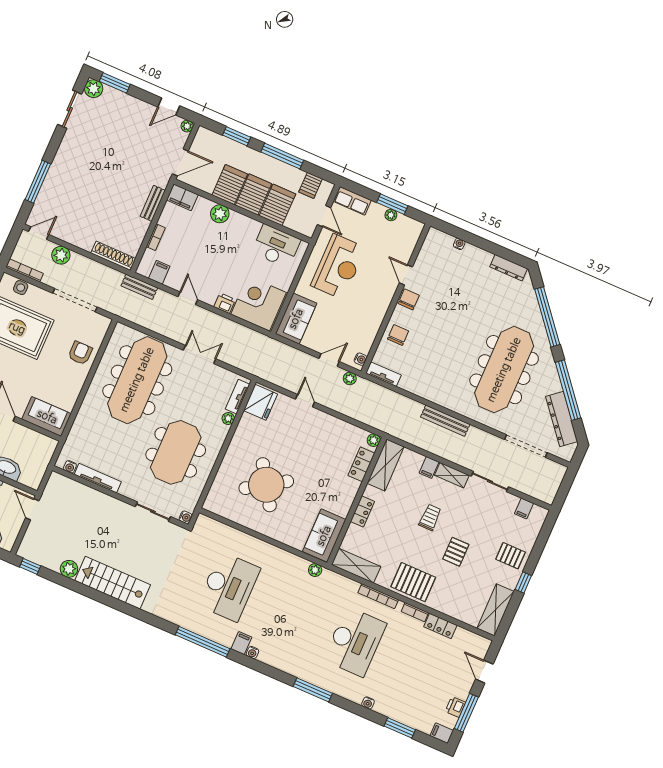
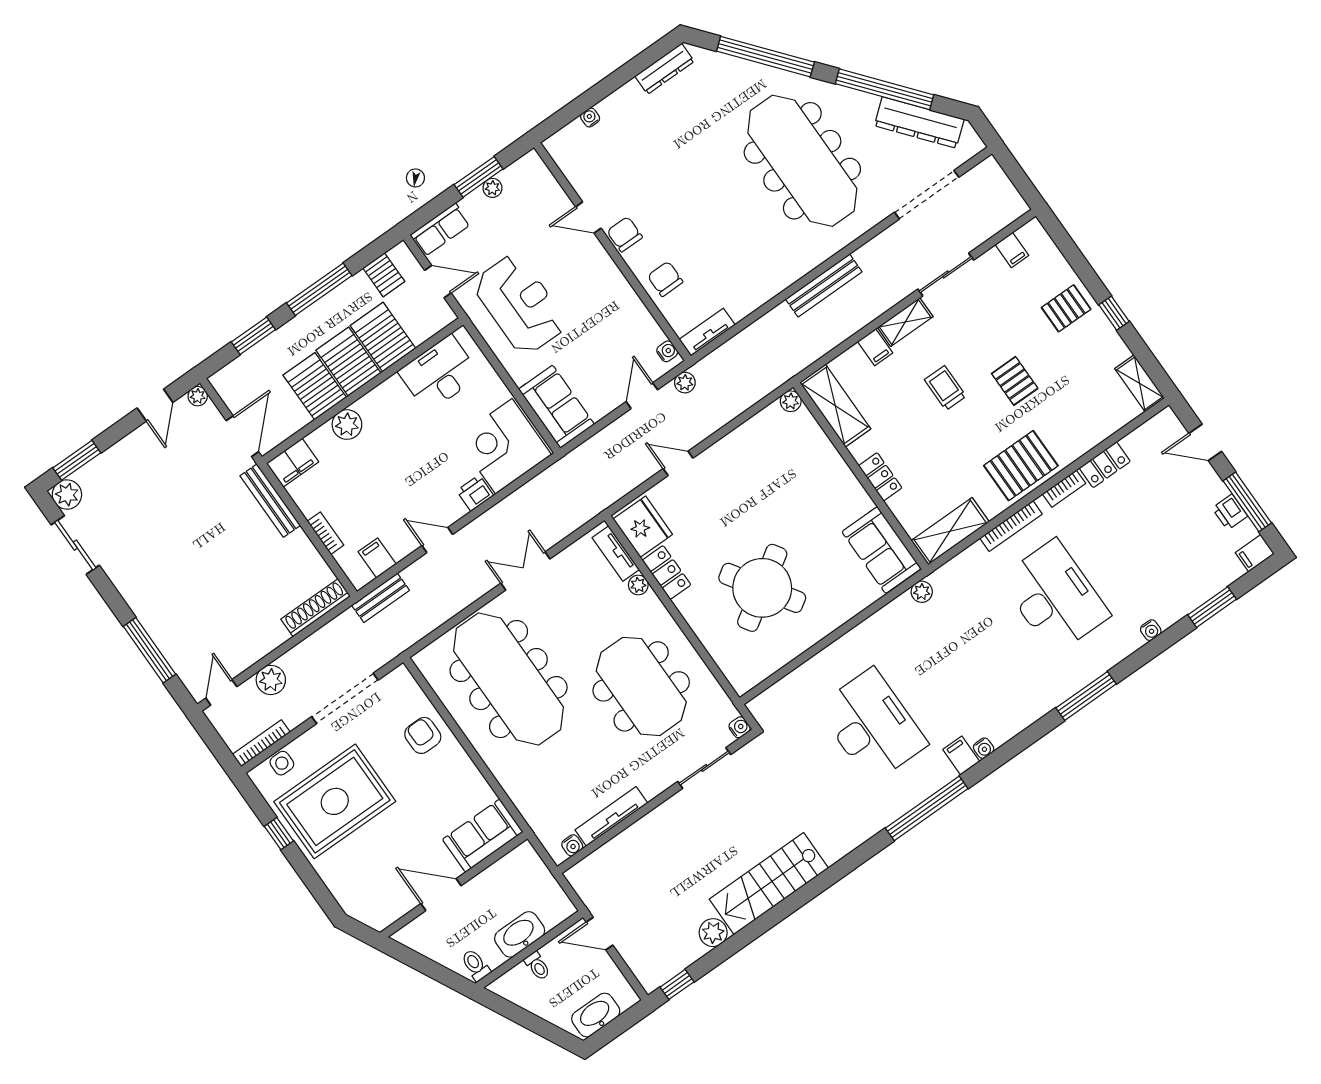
bench: (153, 203) -> (270, 501), width x1.36
locker: (361, 464) -> (667, 572), moved, turned 180
shelving: (495, 610) -> (1140, 383), width x0.67, depth x0.75

